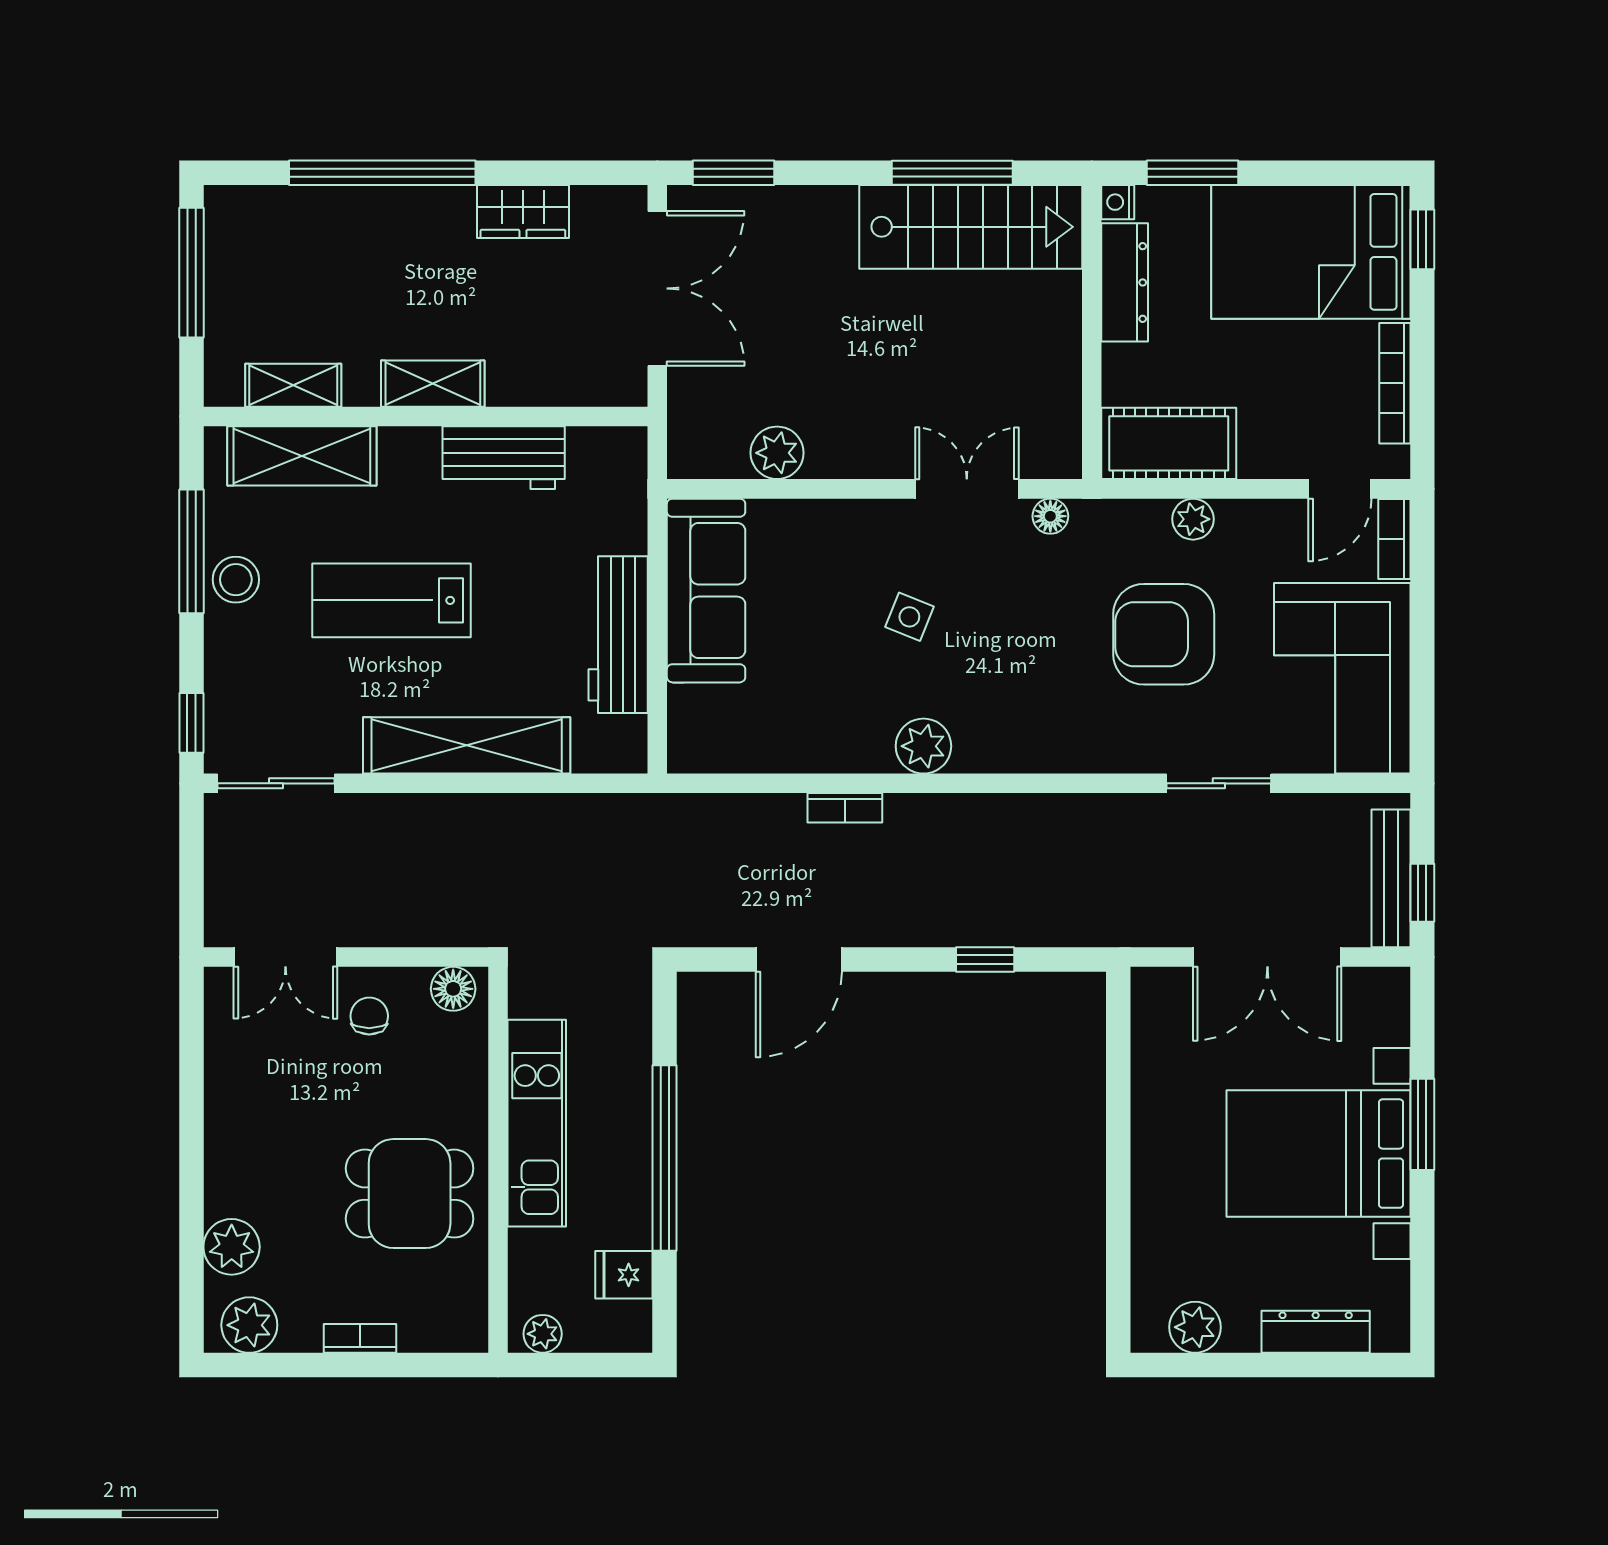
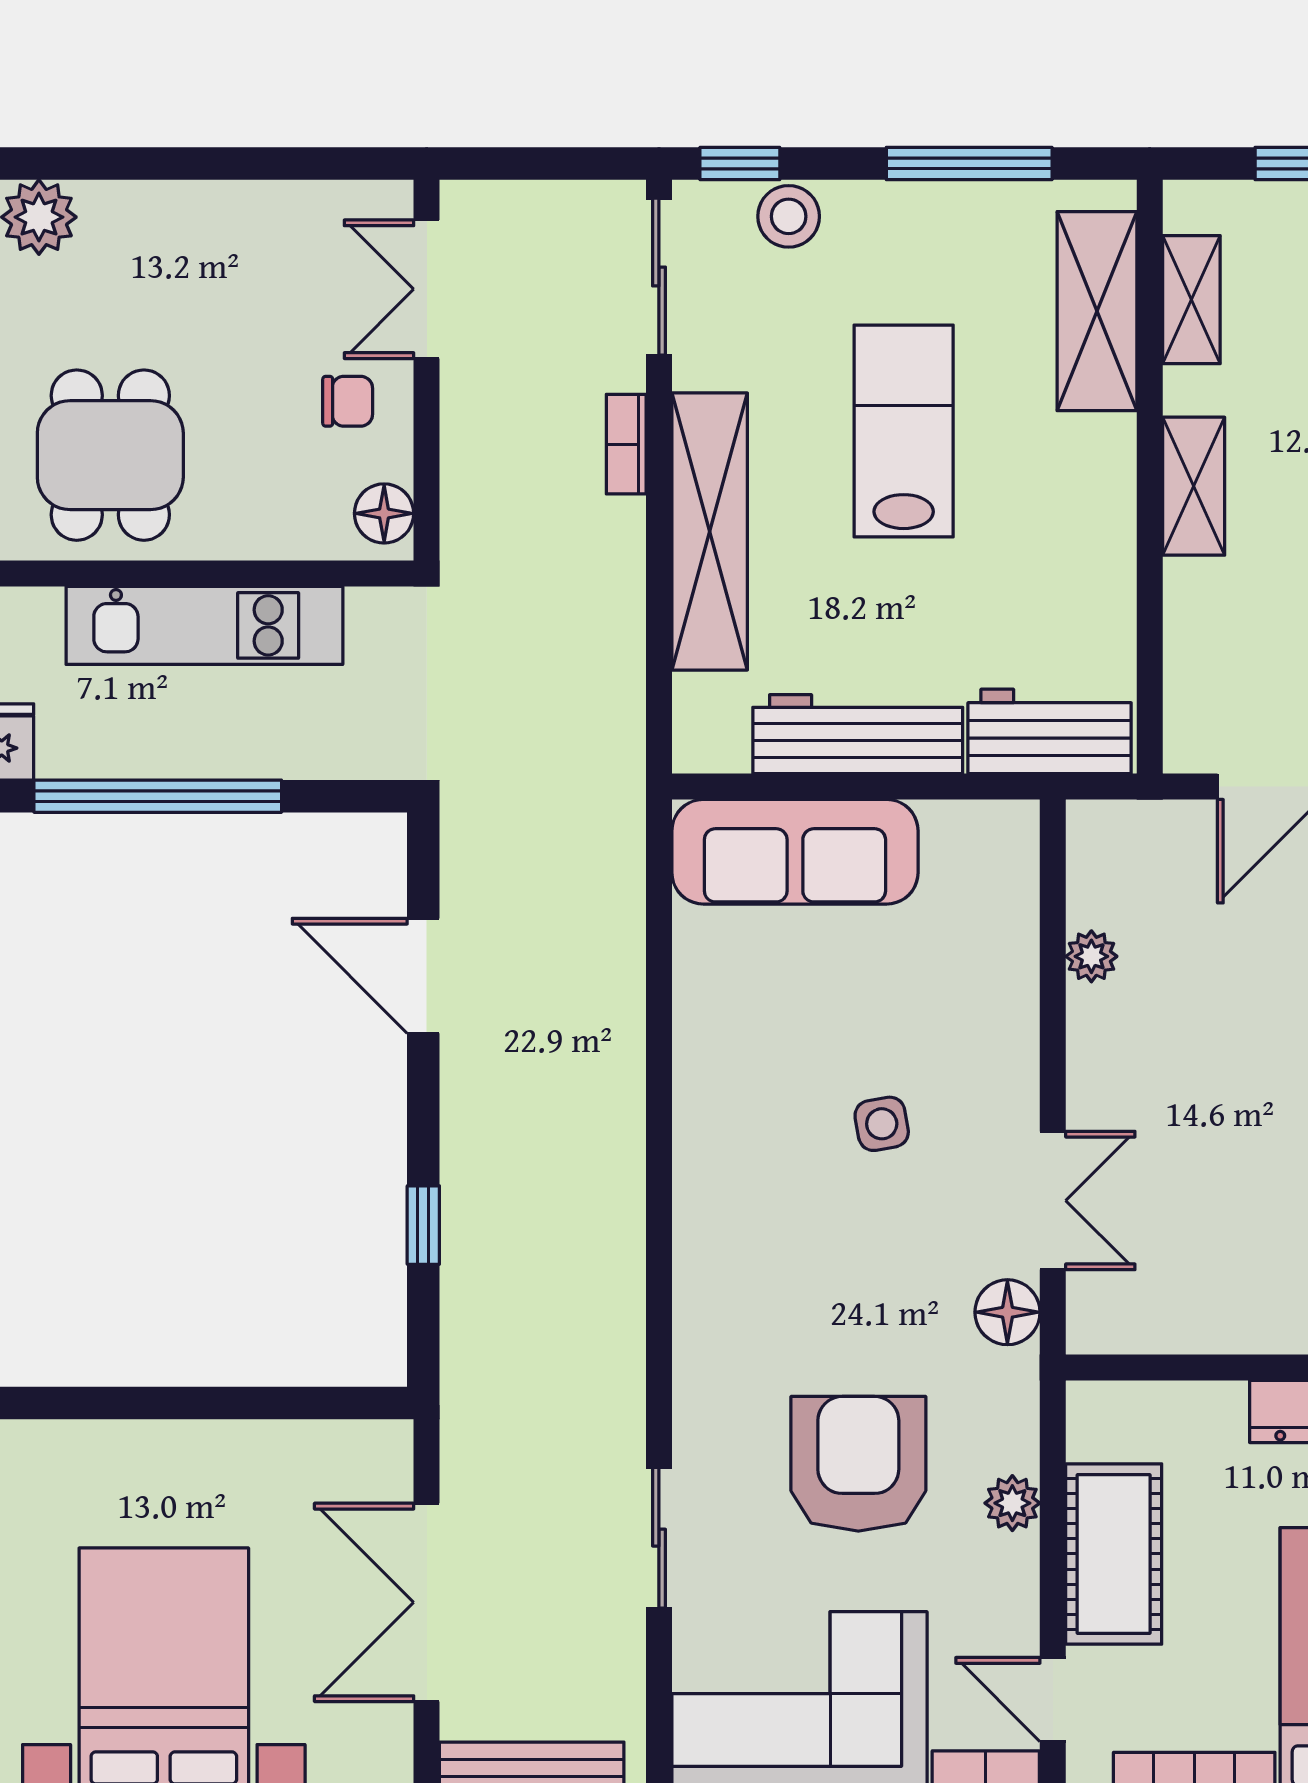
cot: (1169, 443) -> (1114, 1554), moved
plant: (777, 453) -> (1091, 956), width x0.73, depth x0.73
workbench: (504, 458) -> (1050, 731), moved, turned 90
floor lamp: (1050, 516) -> (1007, 1312), width x1.37, depth x1.37
stool: (236, 580) -> (789, 216), moved
sofa: (706, 591) -> (795, 852), moved
side table: (909, 617) -> (882, 1124), turned -32
plant: (923, 746) -> (709, 1143), removed
bookcase: (845, 808) -> (626, 444), moved

